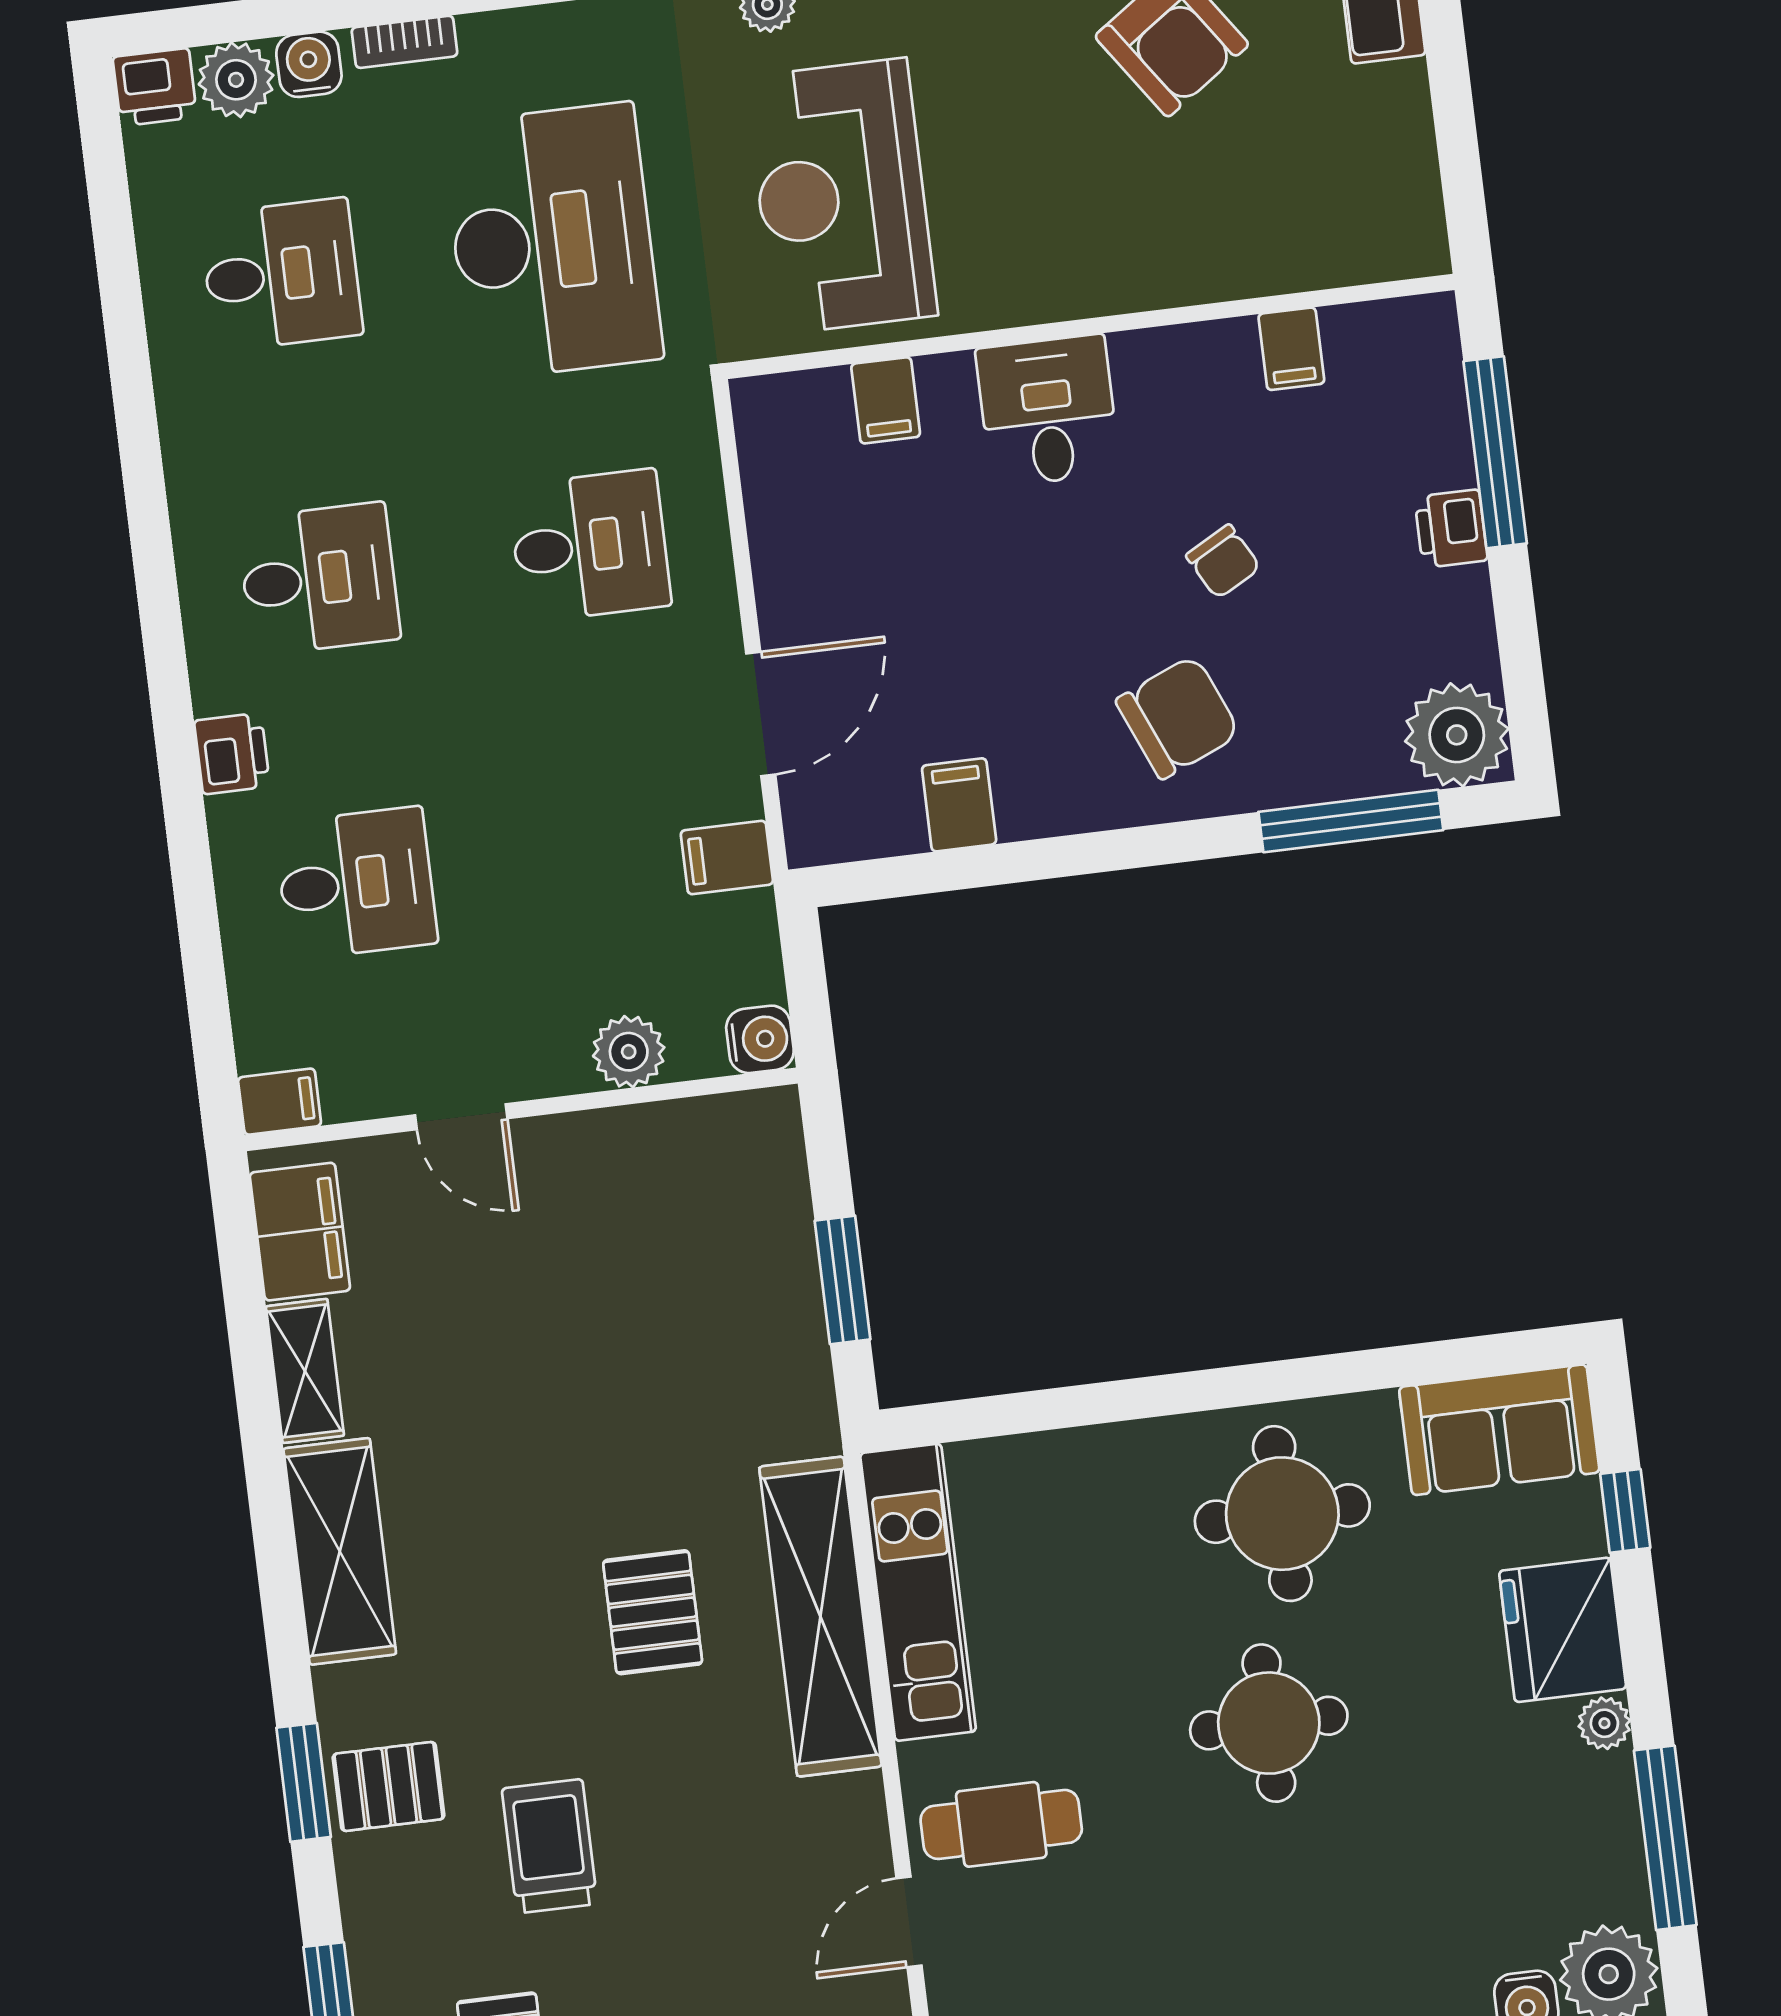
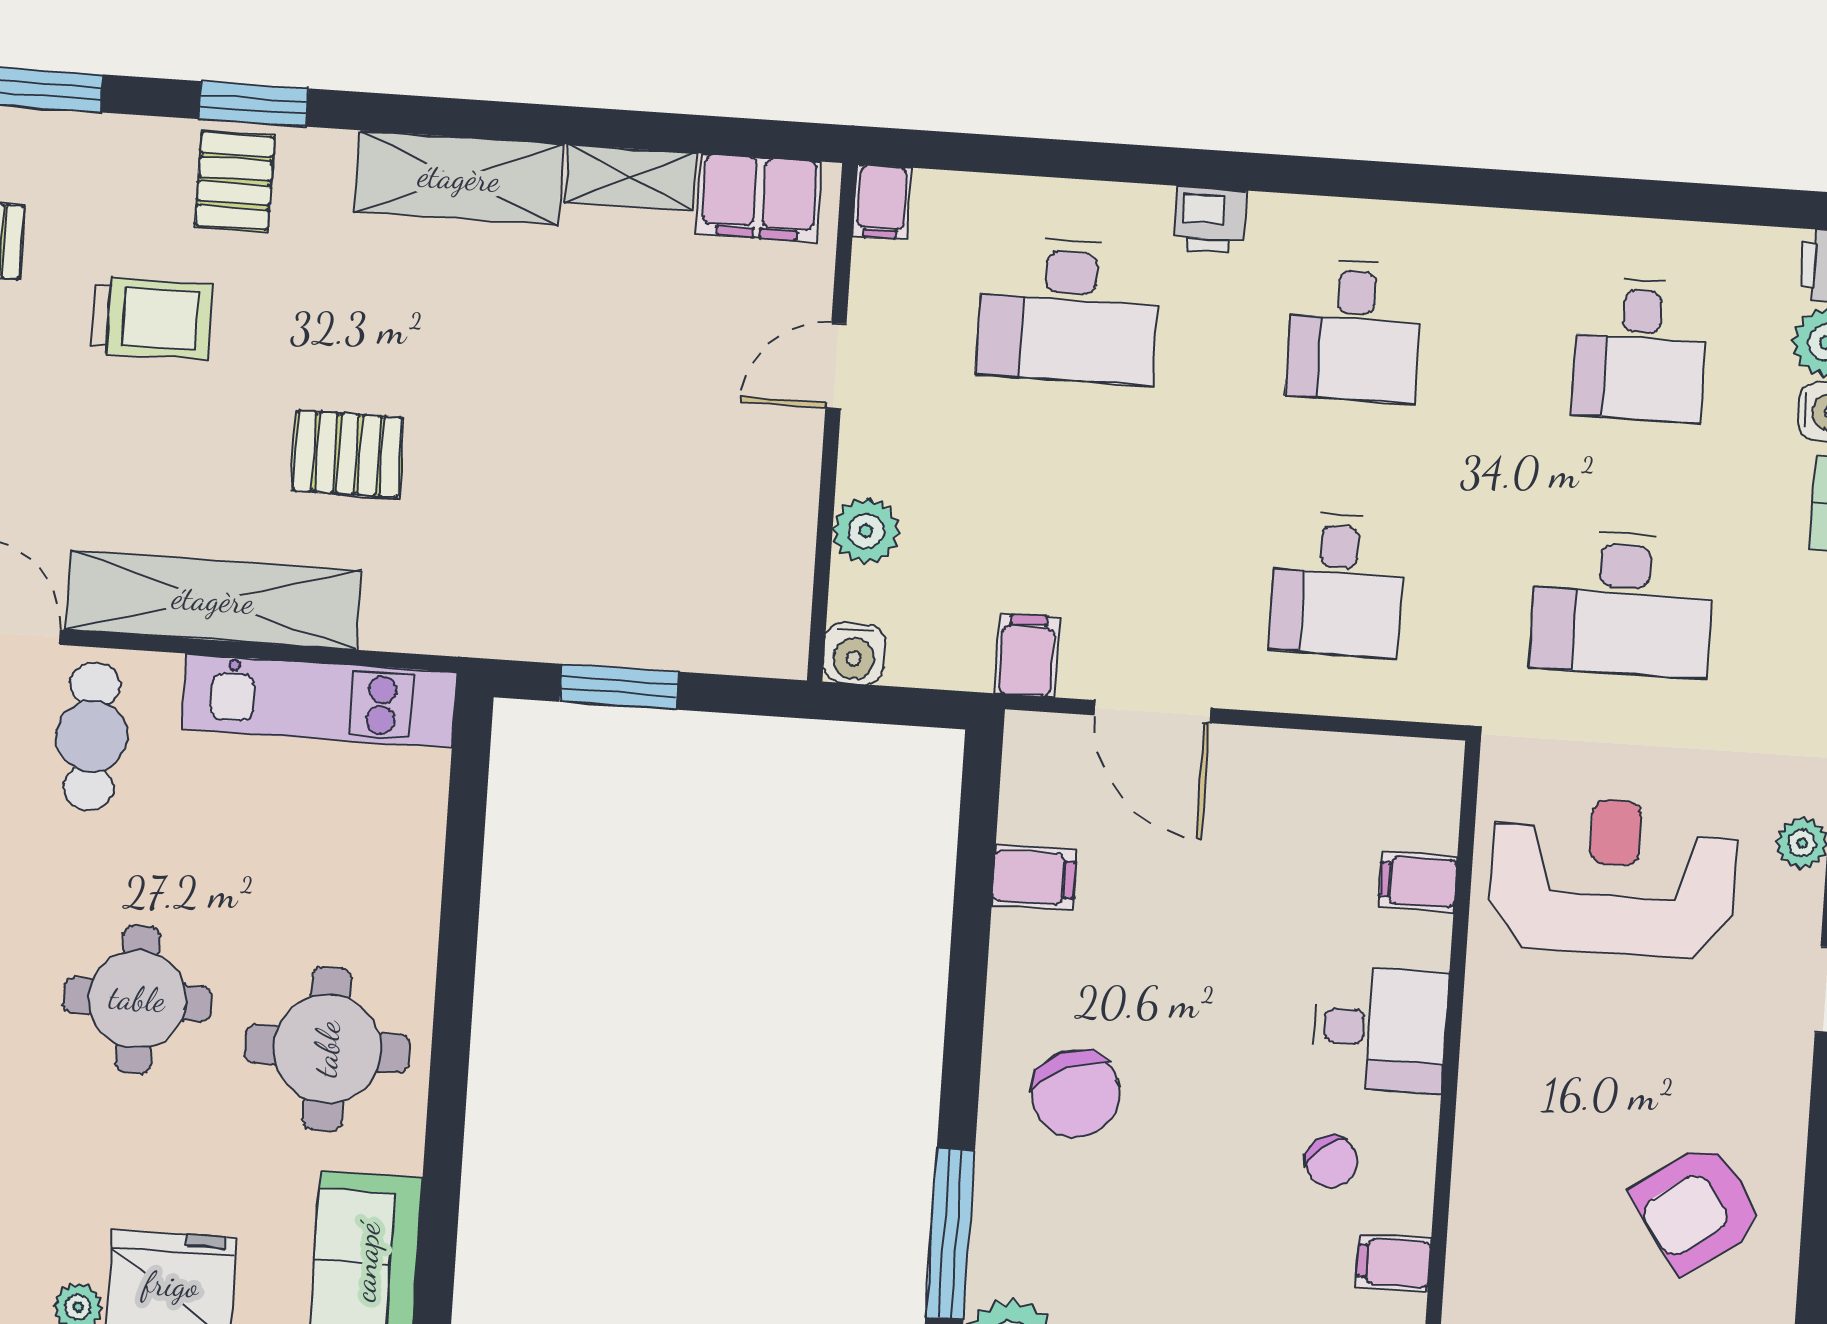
desk: (552, 241) -> (1623, 604), width x0.73, depth x0.77
chair: (1223, 562) -> (1331, 1161), moved, turned -100
desk: (356, 883) -> (1069, 311), width x1.37
shelving: (820, 1617) -> (213, 600), moved

